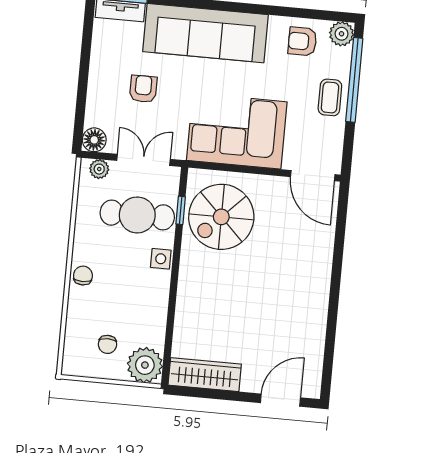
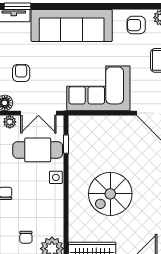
armchair: (143, 89) -> (21, 73), moved
double door: (144, 160) -> (38, 113), swing flipped
spiral stairs: (221, 217) -> (110, 194), moved

